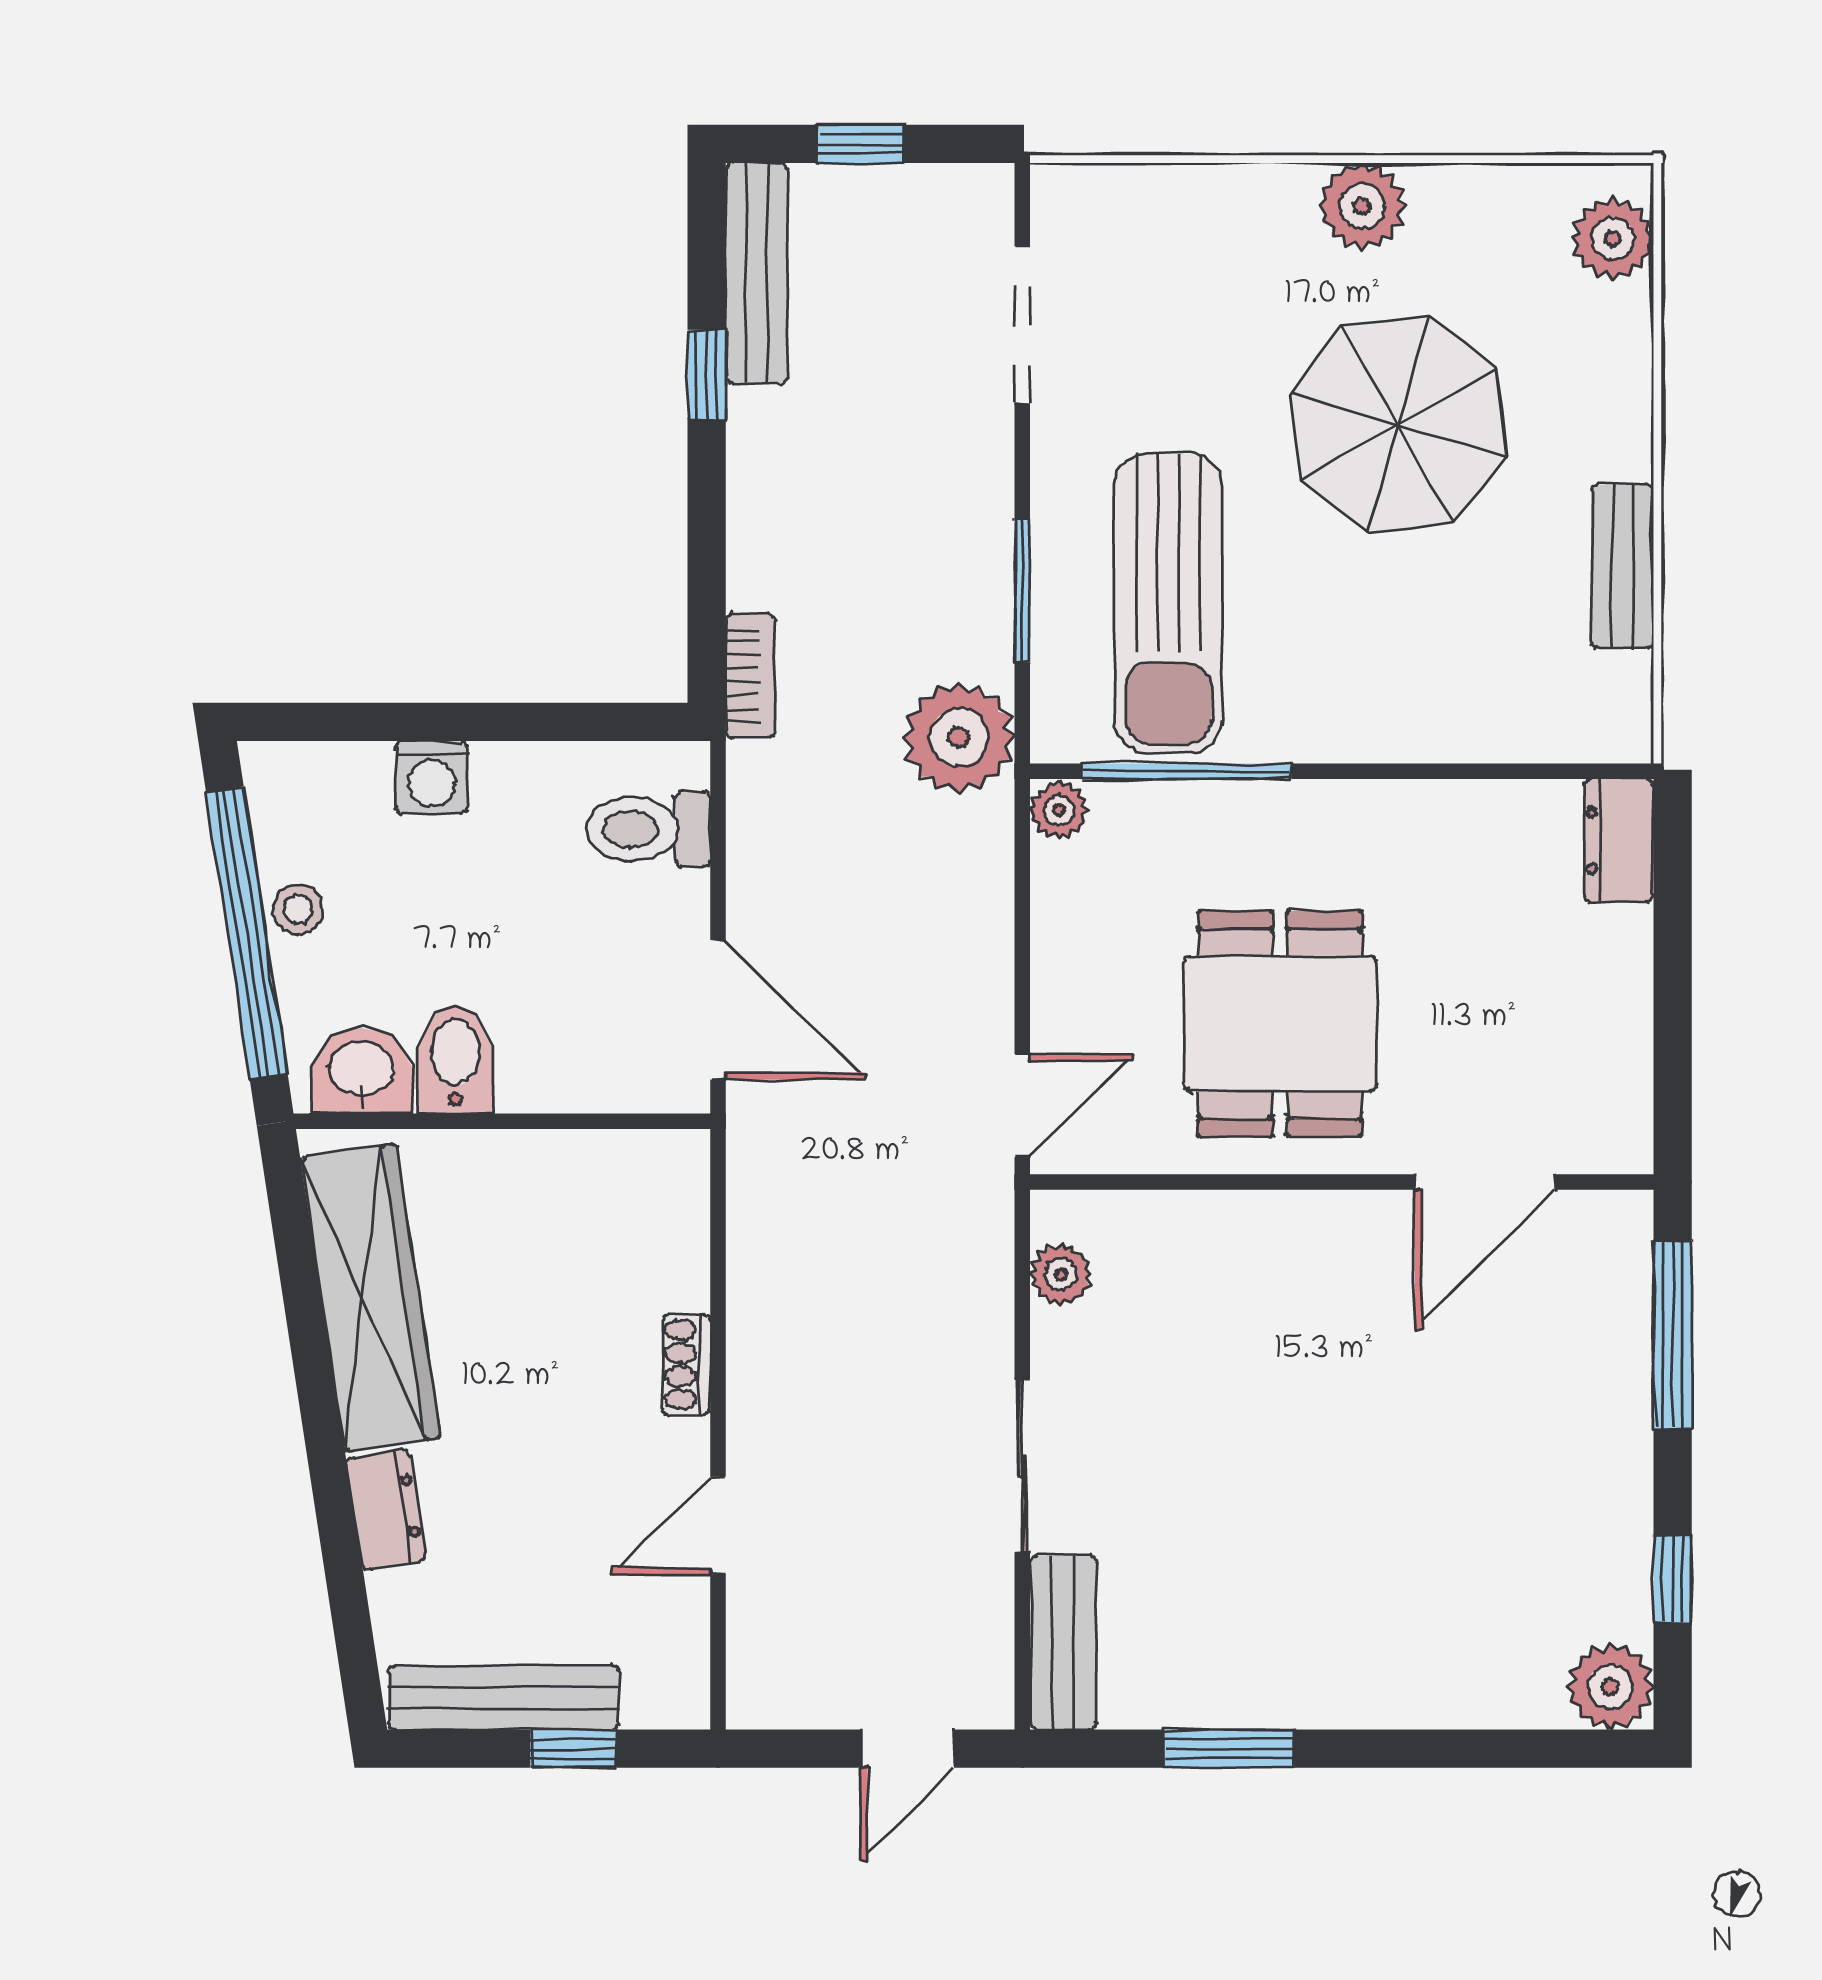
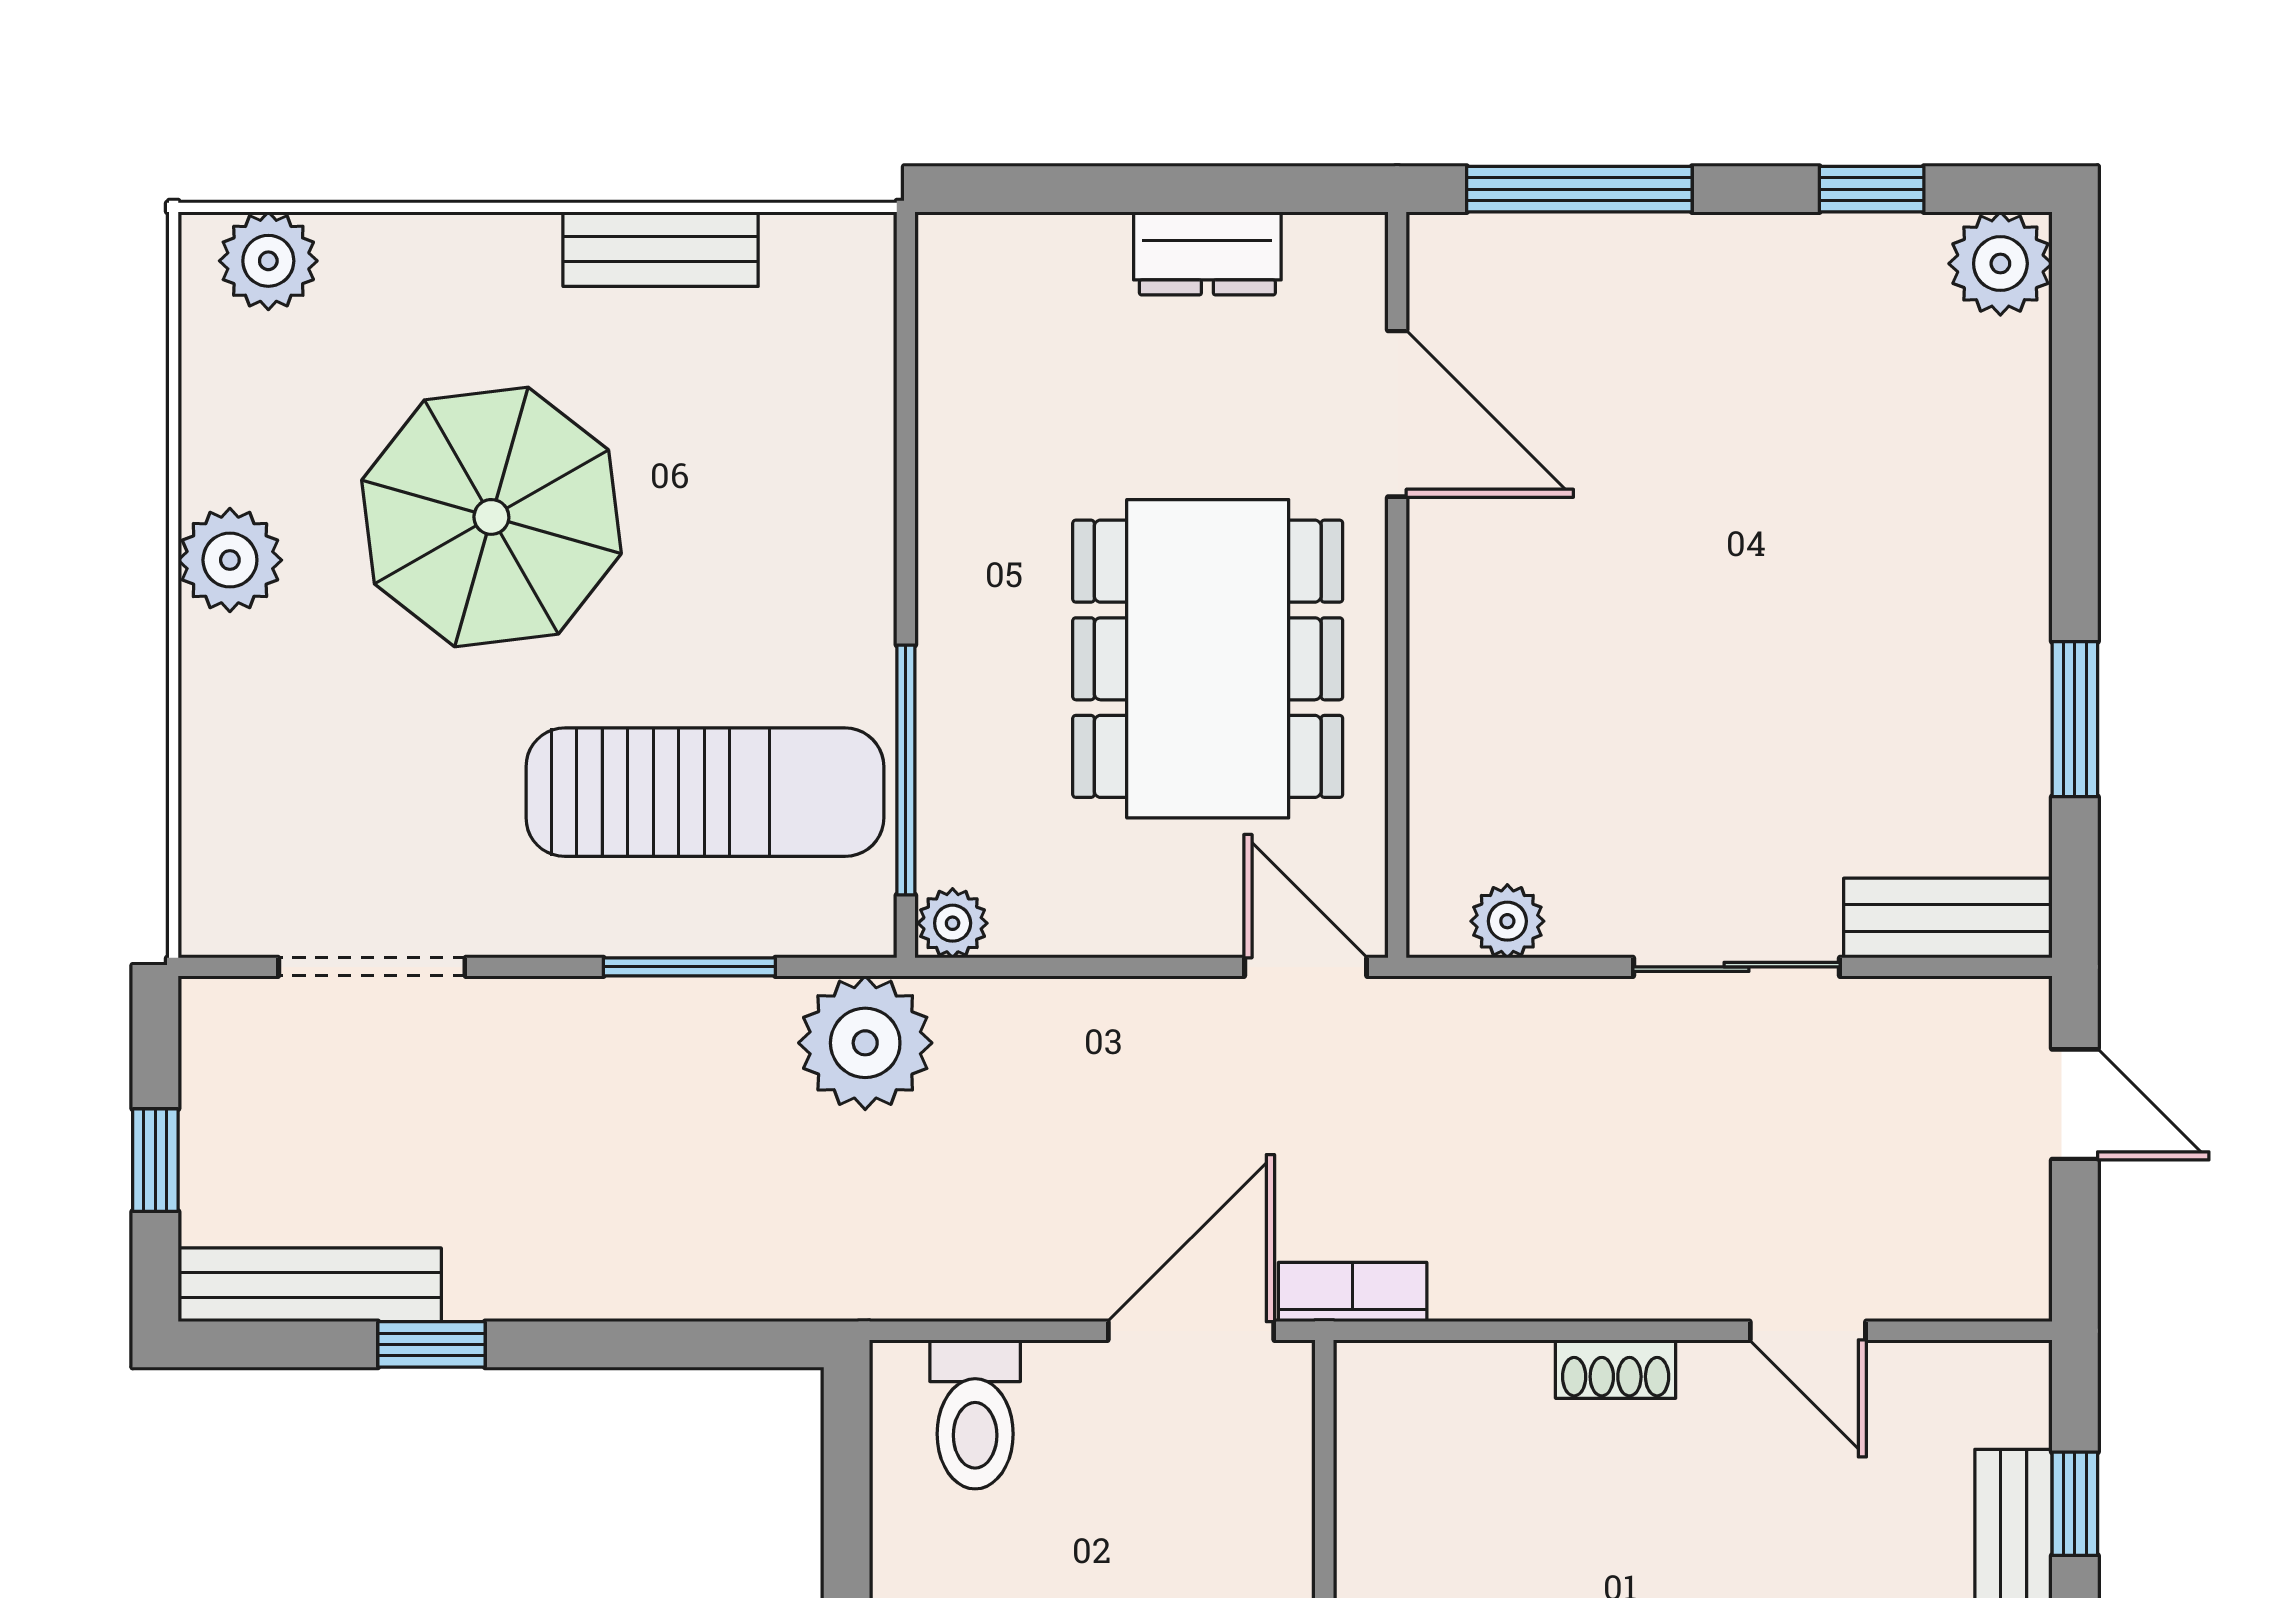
bookcase: (750, 675) -> (1353, 1292), moved
dresser: (1619, 841) -> (1207, 253), moved
dining table: (1280, 1024) -> (1208, 659), width x1.38

